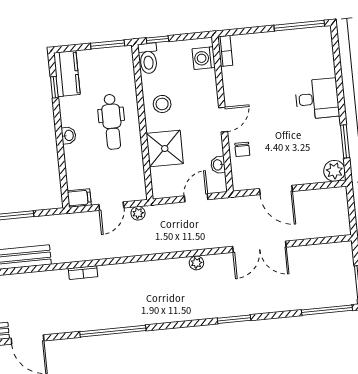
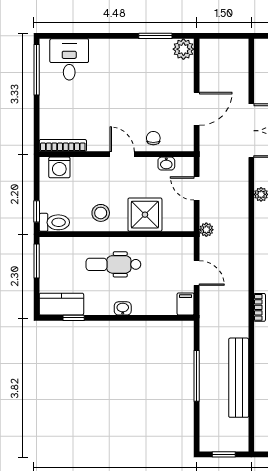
bookcase: (225, 51) -> (63, 145), width x1.56
desk: (317, 99) -> (69, 59), moved
dental chair: (112, 122) -> (113, 264), turned 180
chair: (242, 149) -> (153, 138), turned -90
plant: (138, 213) -> (206, 230), moved

